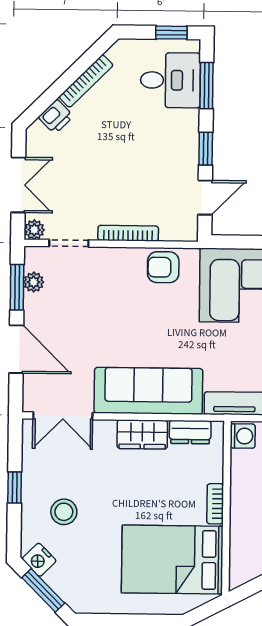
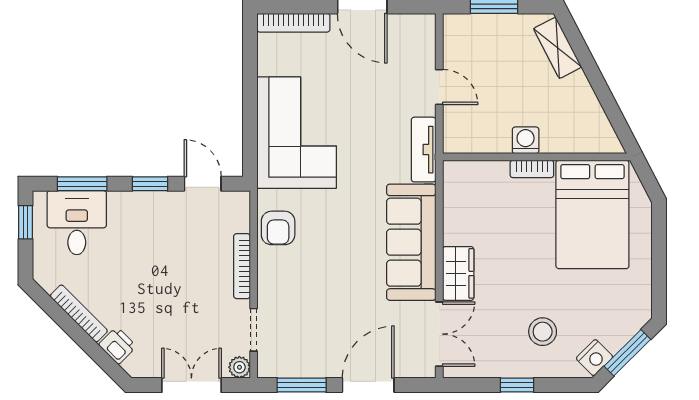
plant: (34, 282) -> (296, 367), removed
dresser: (190, 432) -> (455, 197), removed
wardrobe: (142, 434) -> (458, 273), moved
washing machine: (243, 436) -> (526, 140), moved

